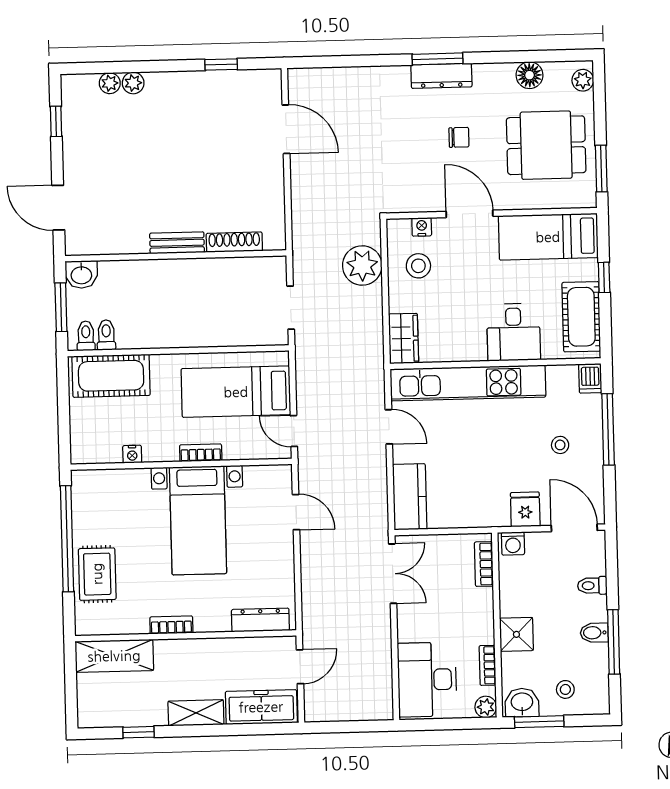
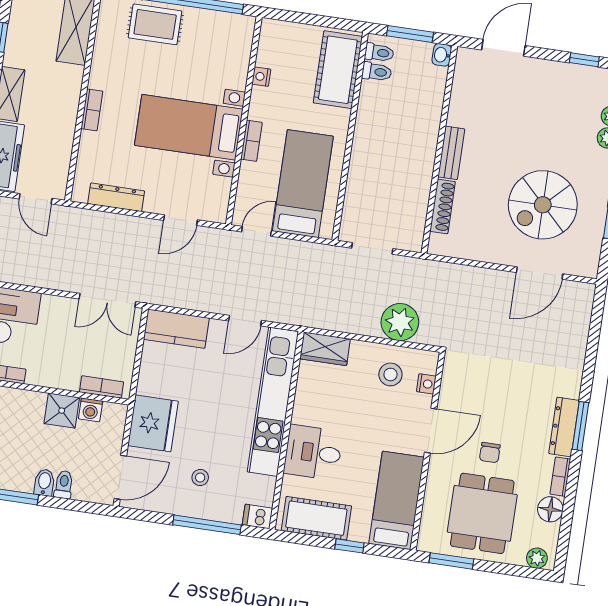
bookcase: (494, 71) -> (560, 477), added
chair: (459, 137) -> (490, 453), moved
spiral stairs: (214, 138) -> (543, 205), added
washbasin: (81, 275) -> (442, 55), width x0.72, depth x0.69
fridge: (525, 509) -> (153, 423), width x1.88, depth x1.34
washing machine: (513, 544) -> (91, 410), moved, turned -90
dresser: (260, 620) -> (116, 197), moved, turned -90
bookcase: (171, 625) -> (92, 110), moved
bidet: (594, 633) -> (44, 482), moved
shower: (516, 634) -> (62, 411), moved

